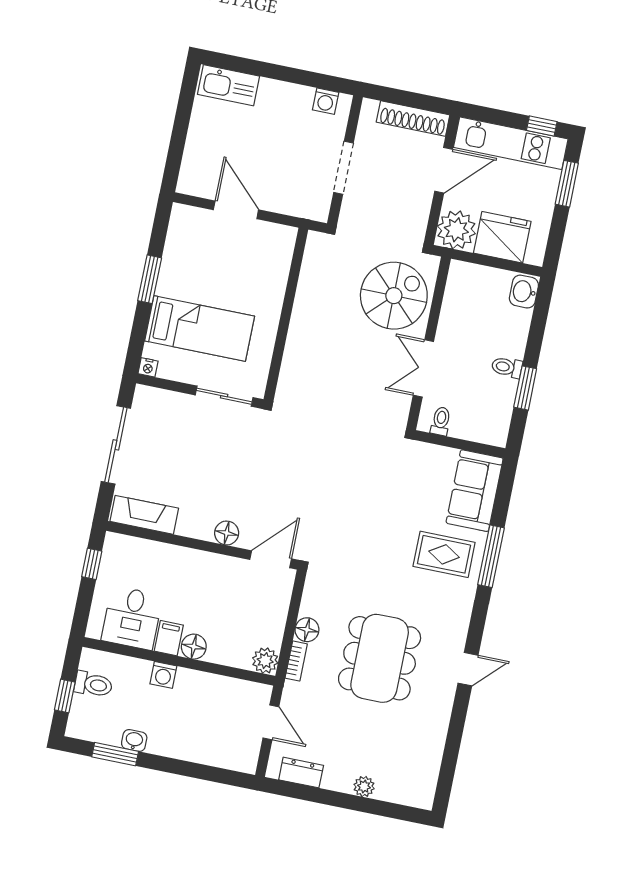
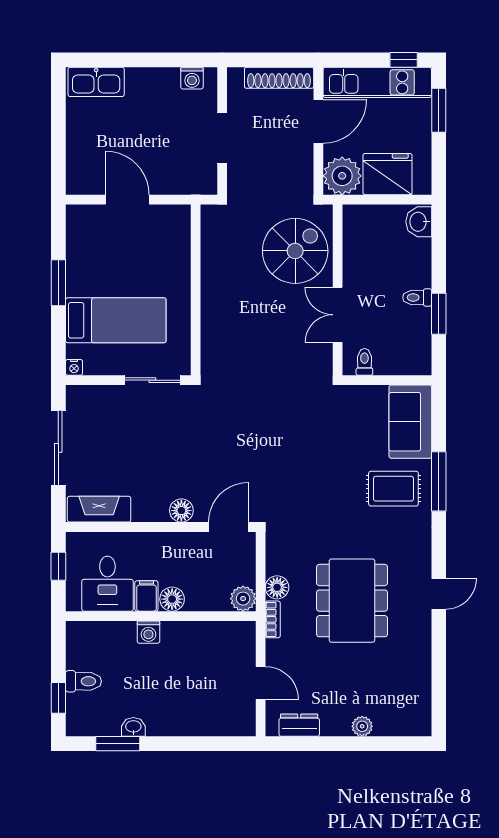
desk: (132, 618) -> (107, 584), moved
filing cabinet: (169, 638) -> (146, 596), moved
floor lamp: (194, 647) -> (172, 599), moved
wall: (179, 661) -> (161, 616), moved
plant: (265, 661) -> (243, 599), moved
washing machine: (163, 675) -> (148, 632), moved

